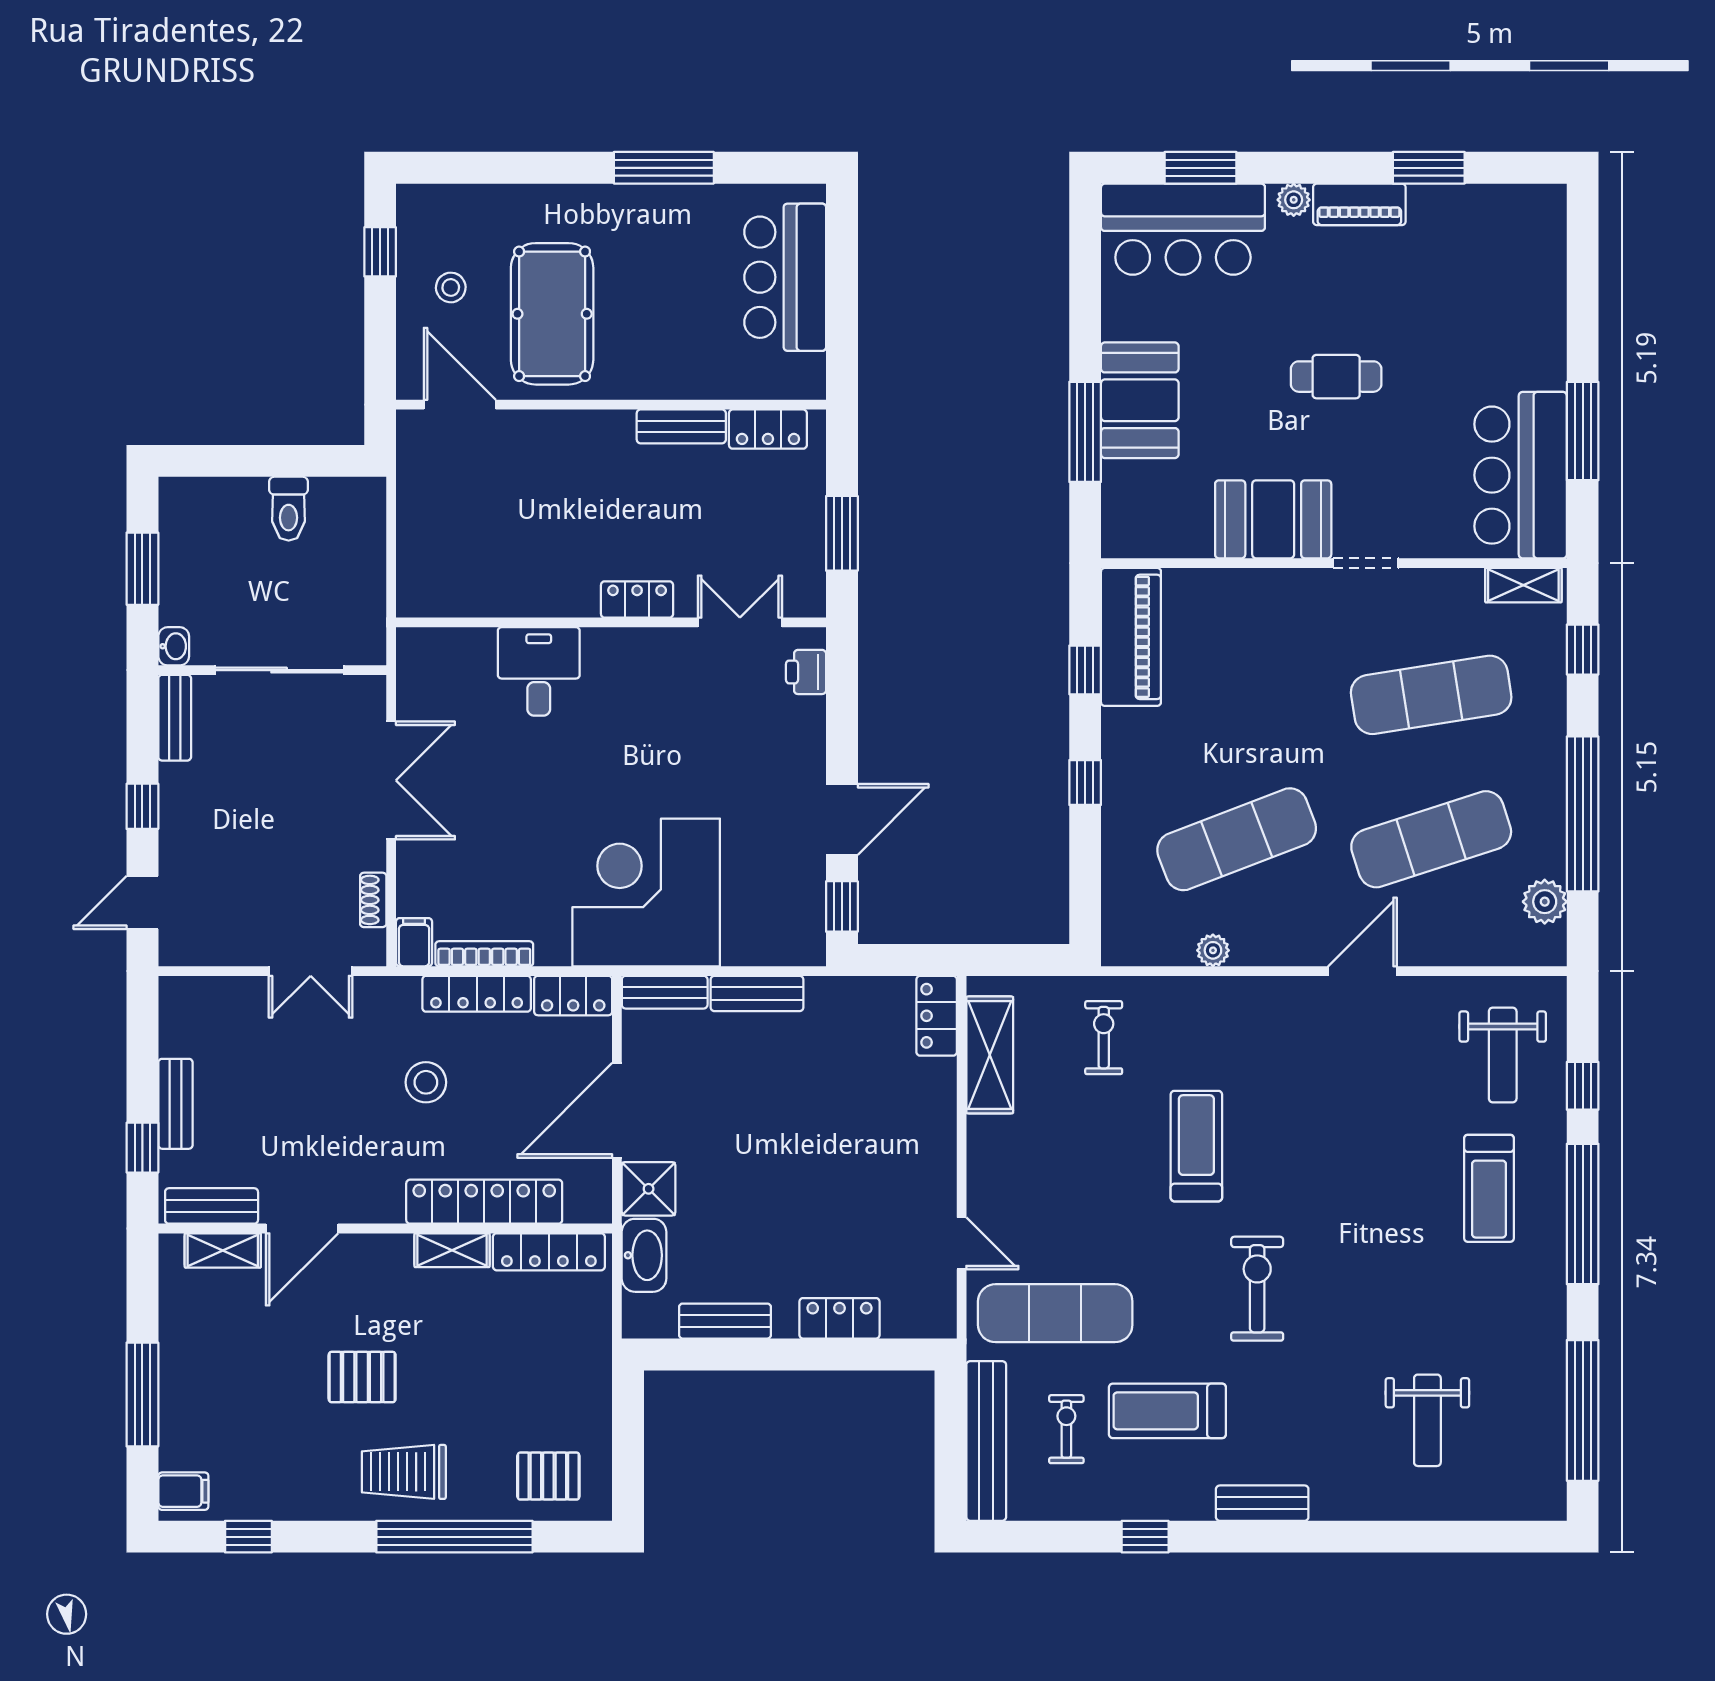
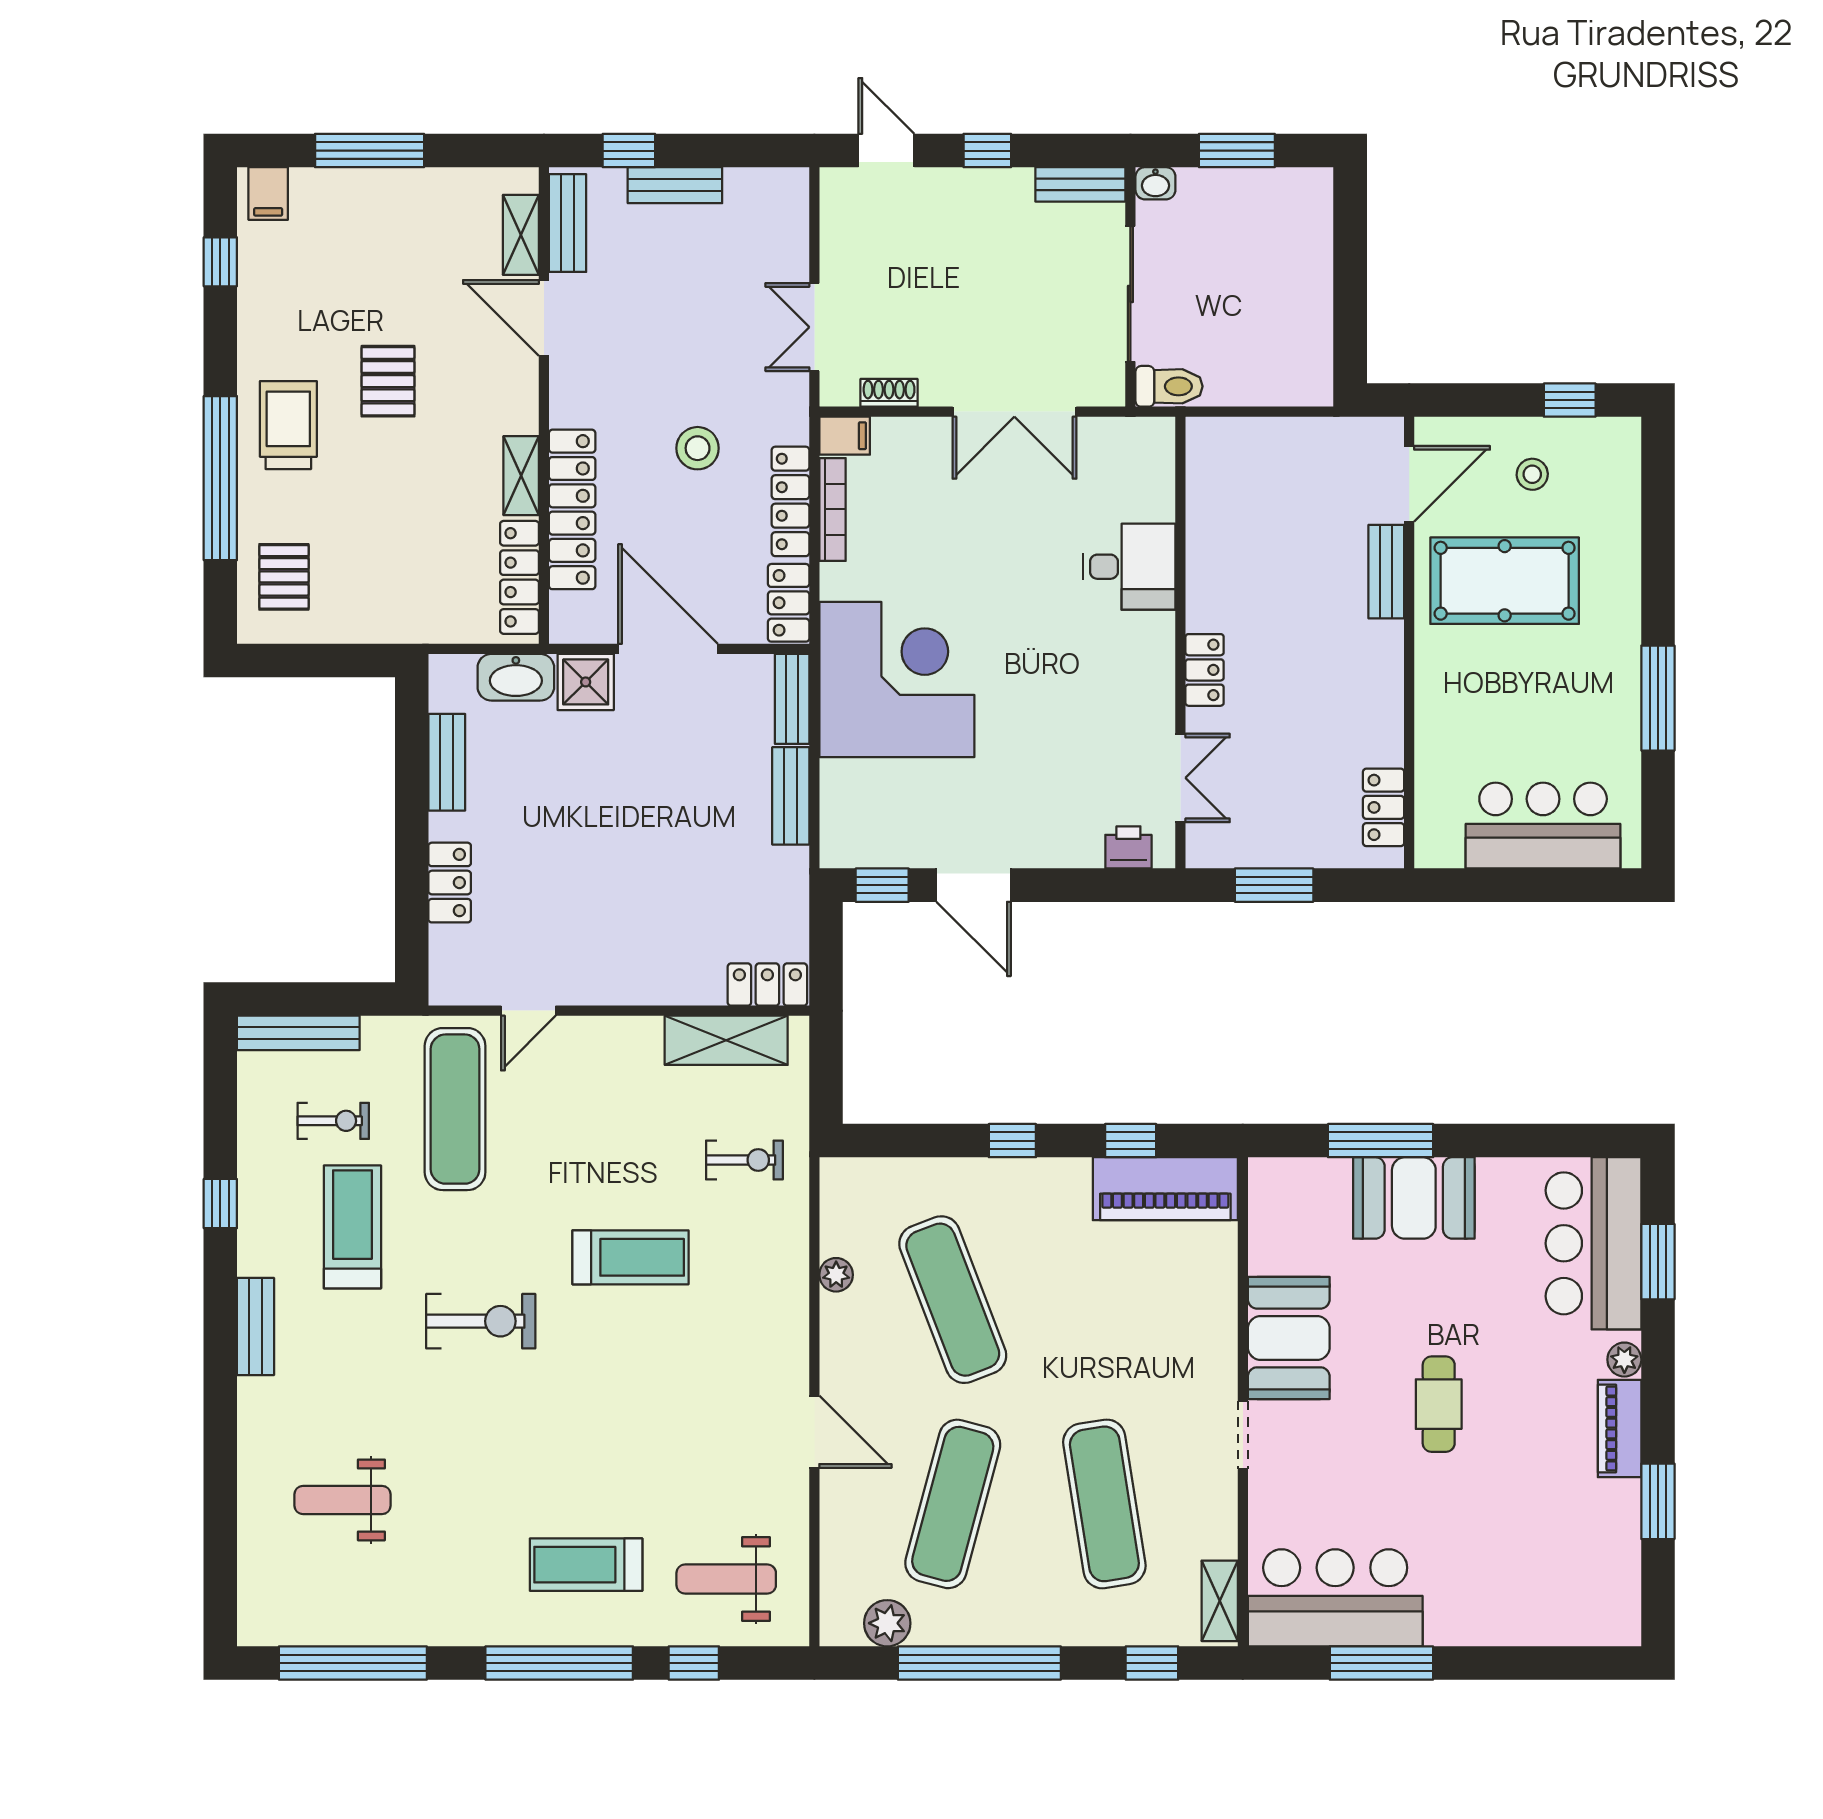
bench: (681, 426) -> (1386, 572), moved
toilet: (289, 509) -> (1169, 386), moved, turned 180
exercise mat: (1431, 839) -> (953, 1504), turned 33
bench: (986, 1441) -> (298, 1033), width x0.73, depth x0.82

